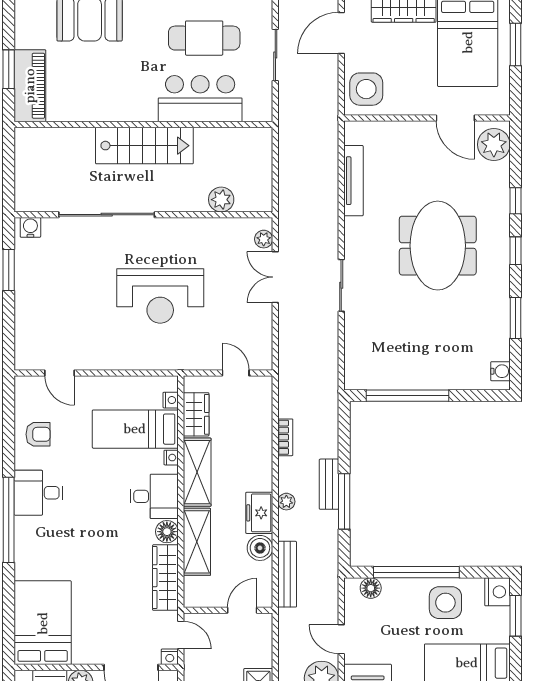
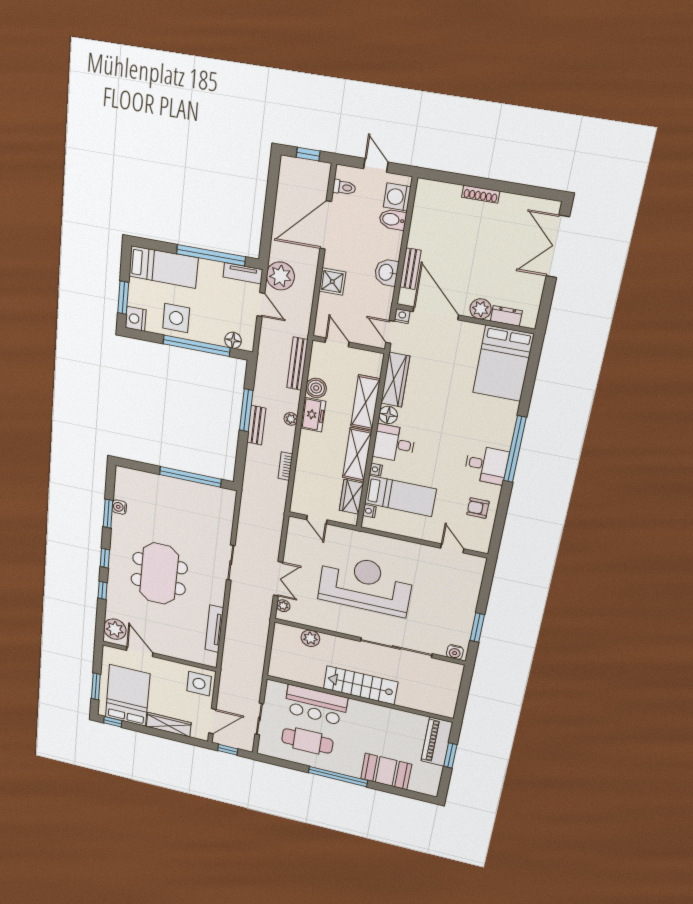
reception desk: (160, 296) -> (365, 585), width x1.36, depth x1.30
water cooler: (500, 371) -> (119, 507), moved
door: (242, 610) -> (337, 342), swing flipped

